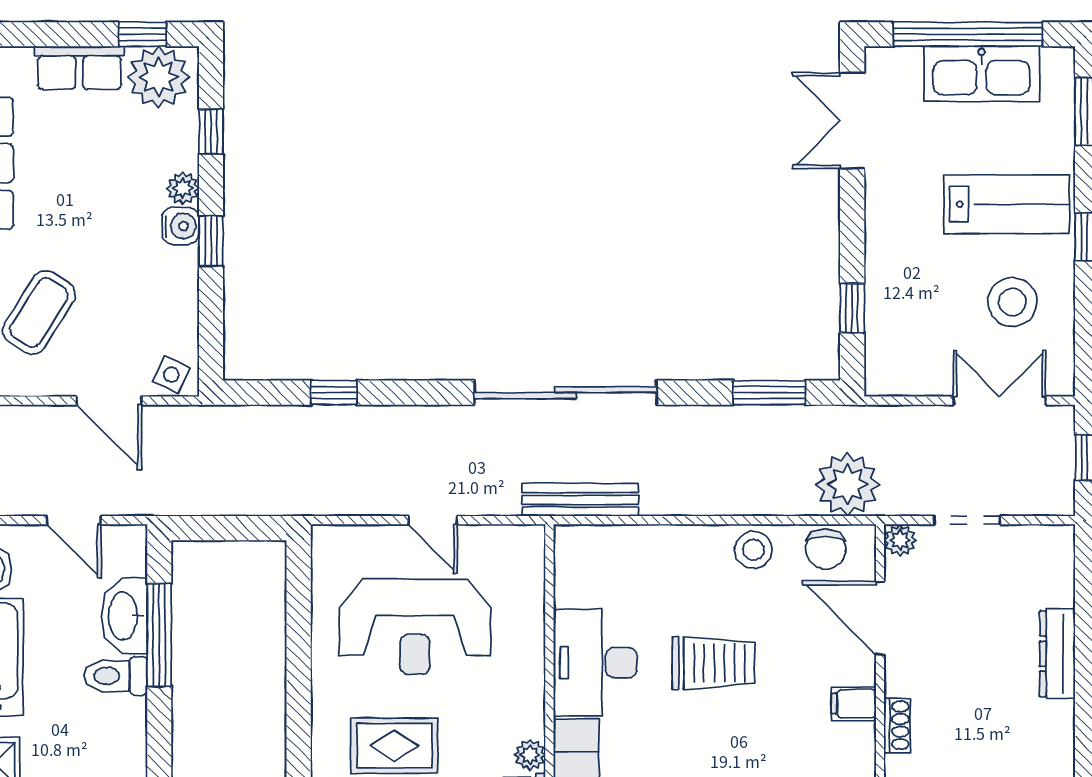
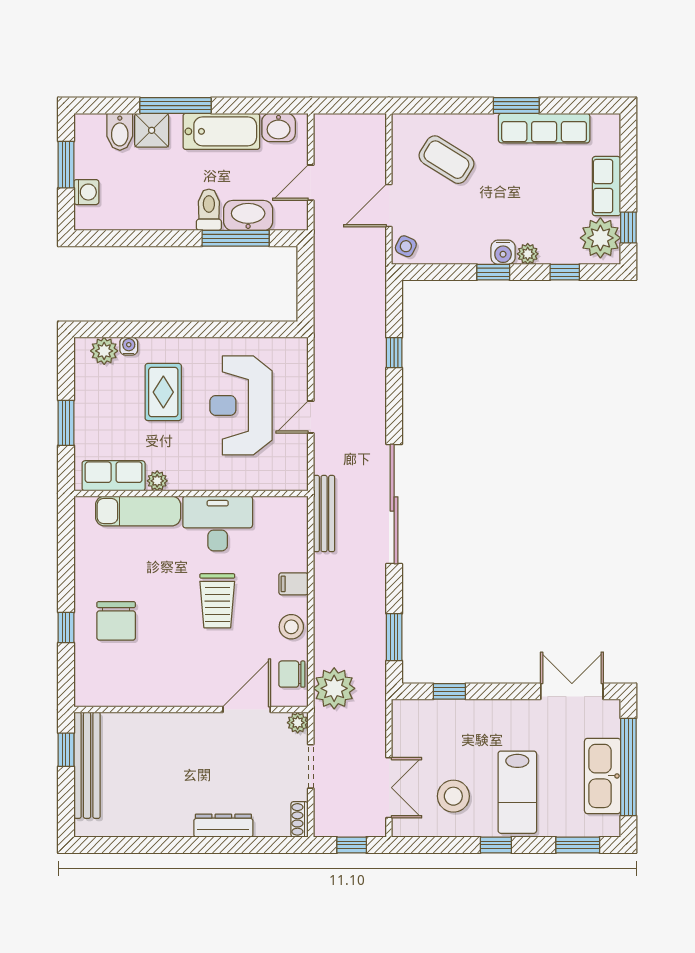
filing cabinet: (854, 704) -> (293, 584), moved, turned -90
shoe rack: (897, 725) -> (300, 819), moved, turned 90

